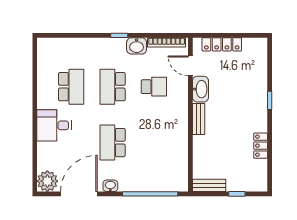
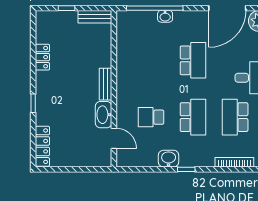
bookcase: (167, 42) -> (234, 162), moved
locker: (222, 44) -> (42, 146), moved, turned 90
washbasin: (110, 186) -> (165, 16), moved

